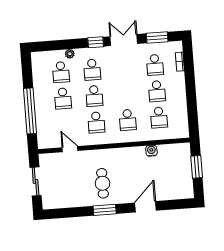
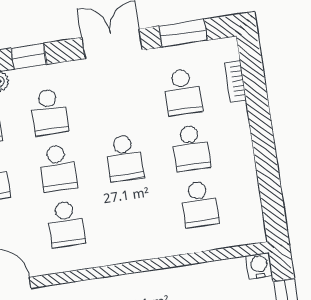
window: (96, 42) -> (29, 56), moved
school desk: (128, 120) -> (124, 158), moved
water cooler: (151, 151) -> (259, 266), moved

